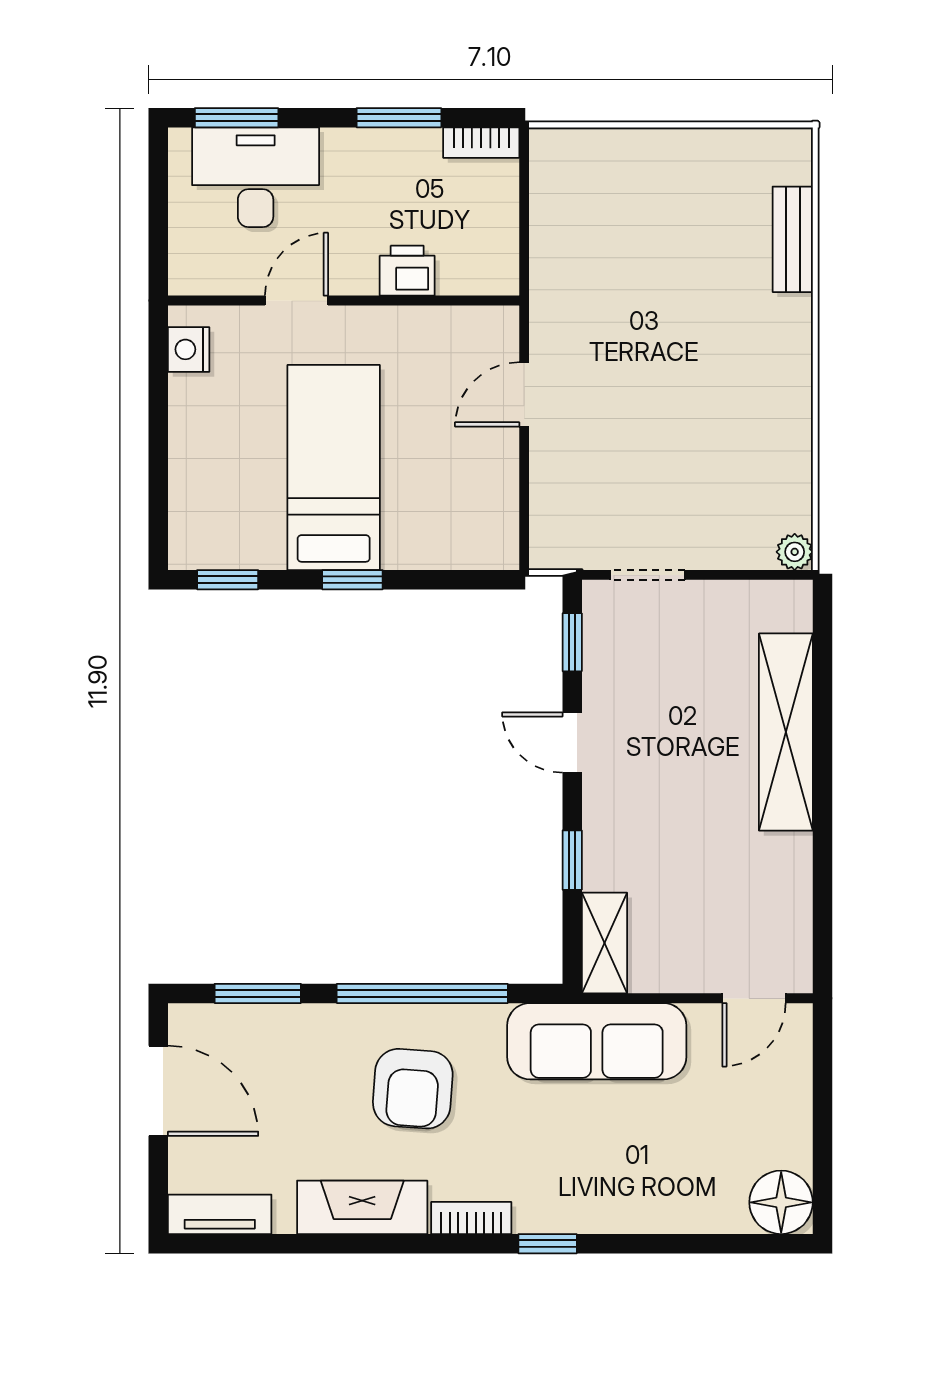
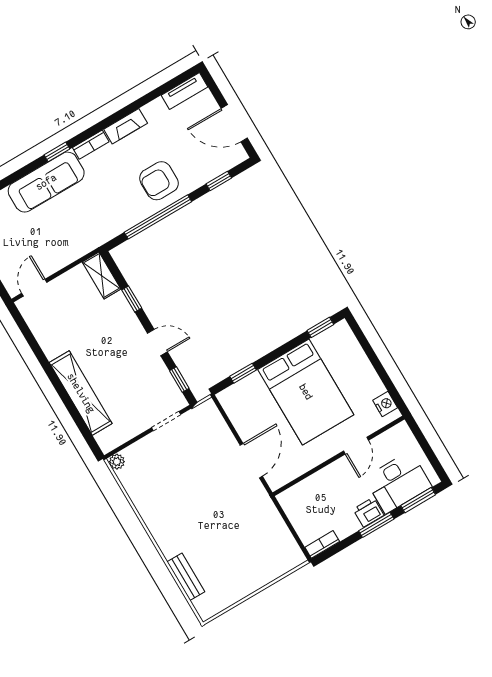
window: (399, 118) -> (376, 525), moved
printer: (407, 271) -> (368, 512), moved, turned 180
door: (524, 394) -> (251, 461), width x1.38
bed: (334, 467) -> (306, 392), width x1.50
window: (352, 580) -> (243, 373), moved
window: (258, 993) -> (219, 181), width x0.67
sofa: (597, 1041) -> (46, 182), moved, turned 180
armchair: (413, 1089) -> (159, 181), moved, turned -94
fireplace: (362, 1207) -> (126, 126), width x0.73, depth x0.76

